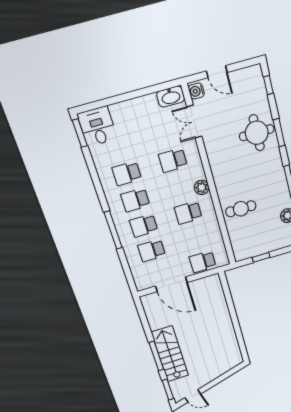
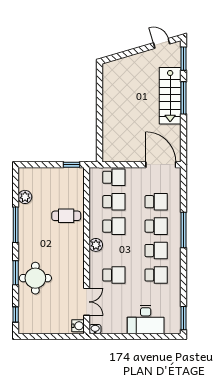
door: (217, 72) -> (57, 336), removed
washbasin: (171, 97) -> (95, 329), width x0.52, depth x0.69
desk: (97, 126) -> (146, 320), moved, width x1.37
school desk: (195, 238) -> (114, 202), added
window: (261, 257) -> (72, 165), moved
door: (171, 284) -> (161, 165), moved

